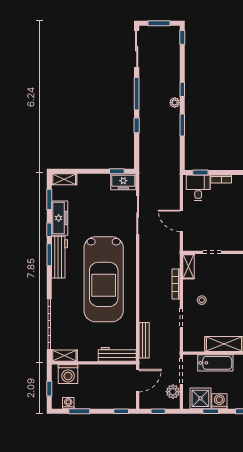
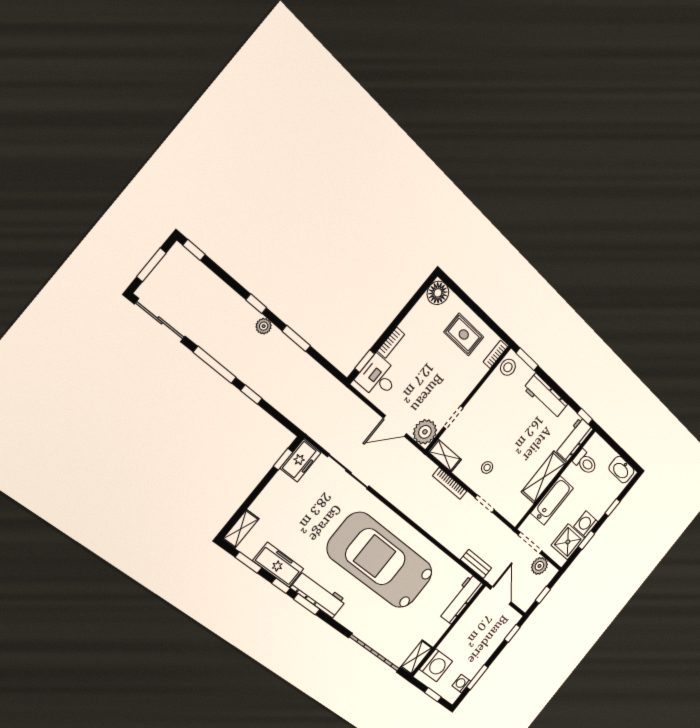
plant: (192, 242) -> (425, 432), added
car: (104, 279) -> (380, 561), turned 180
bench: (144, 340) -> (476, 564), width x0.73

